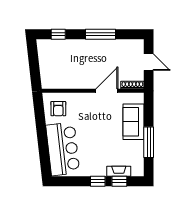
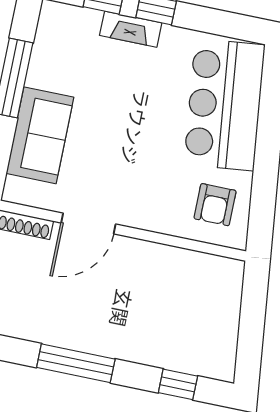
armchair: (58, 109) -> (215, 205), turned 180
fireplace: (119, 171) -> (131, 29), moved

